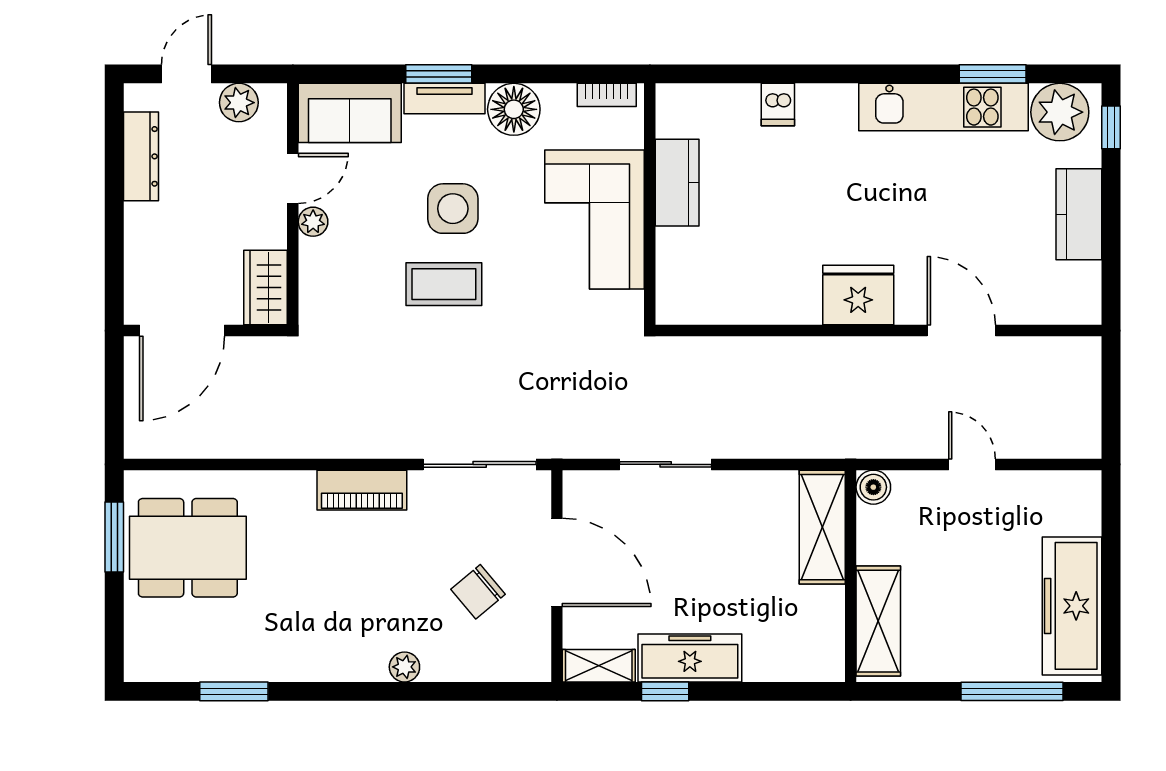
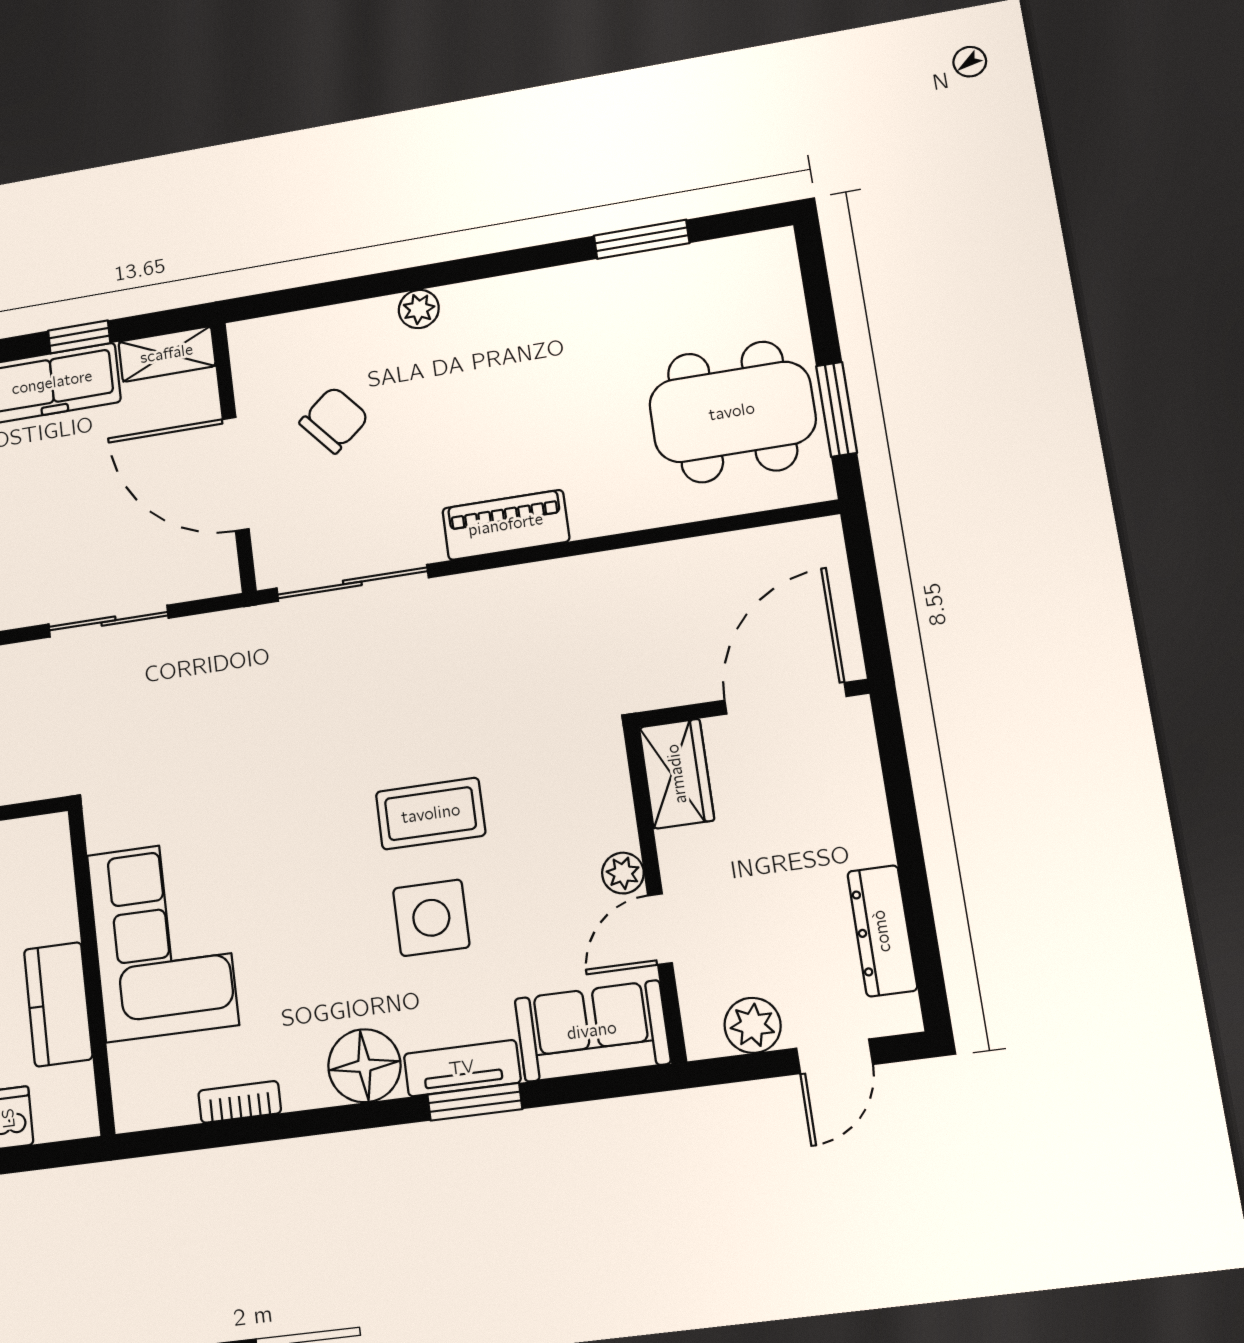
kitchen counter: (677, 183) -> (58, 1004), moved
wall: (650, 204) -> (91, 970), moved
corner sofa: (595, 220) -> (162, 940), moved

